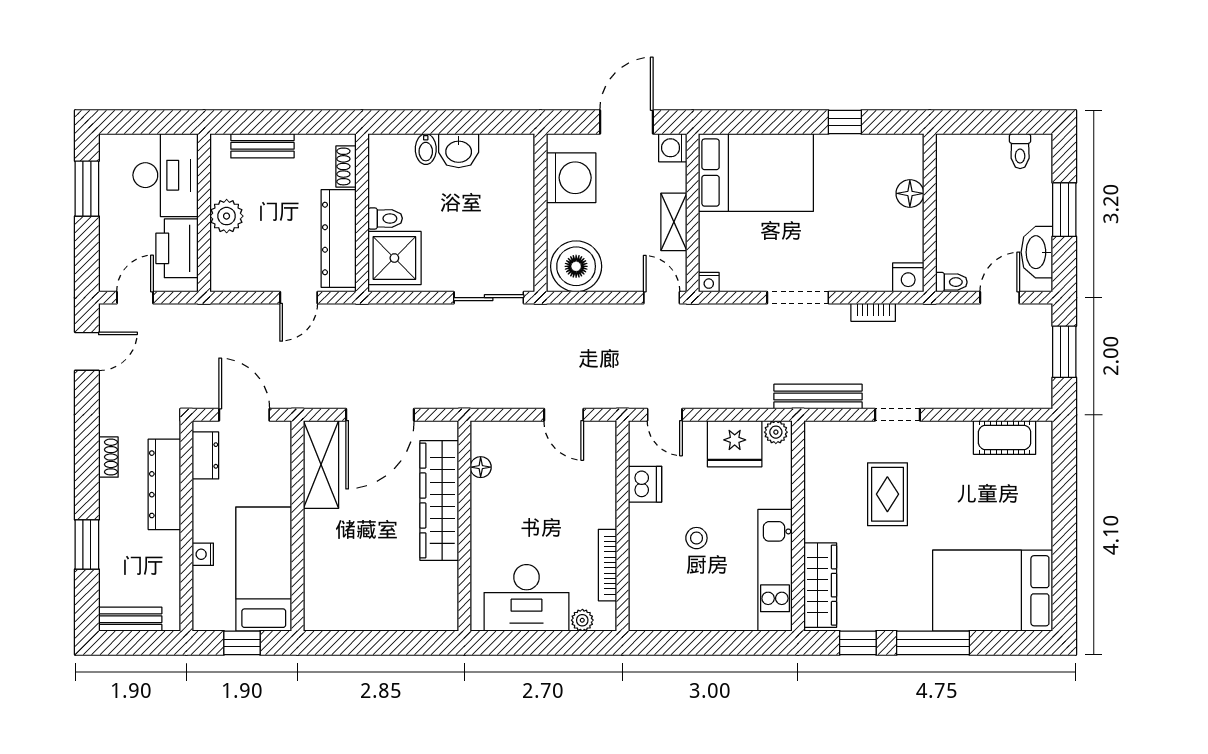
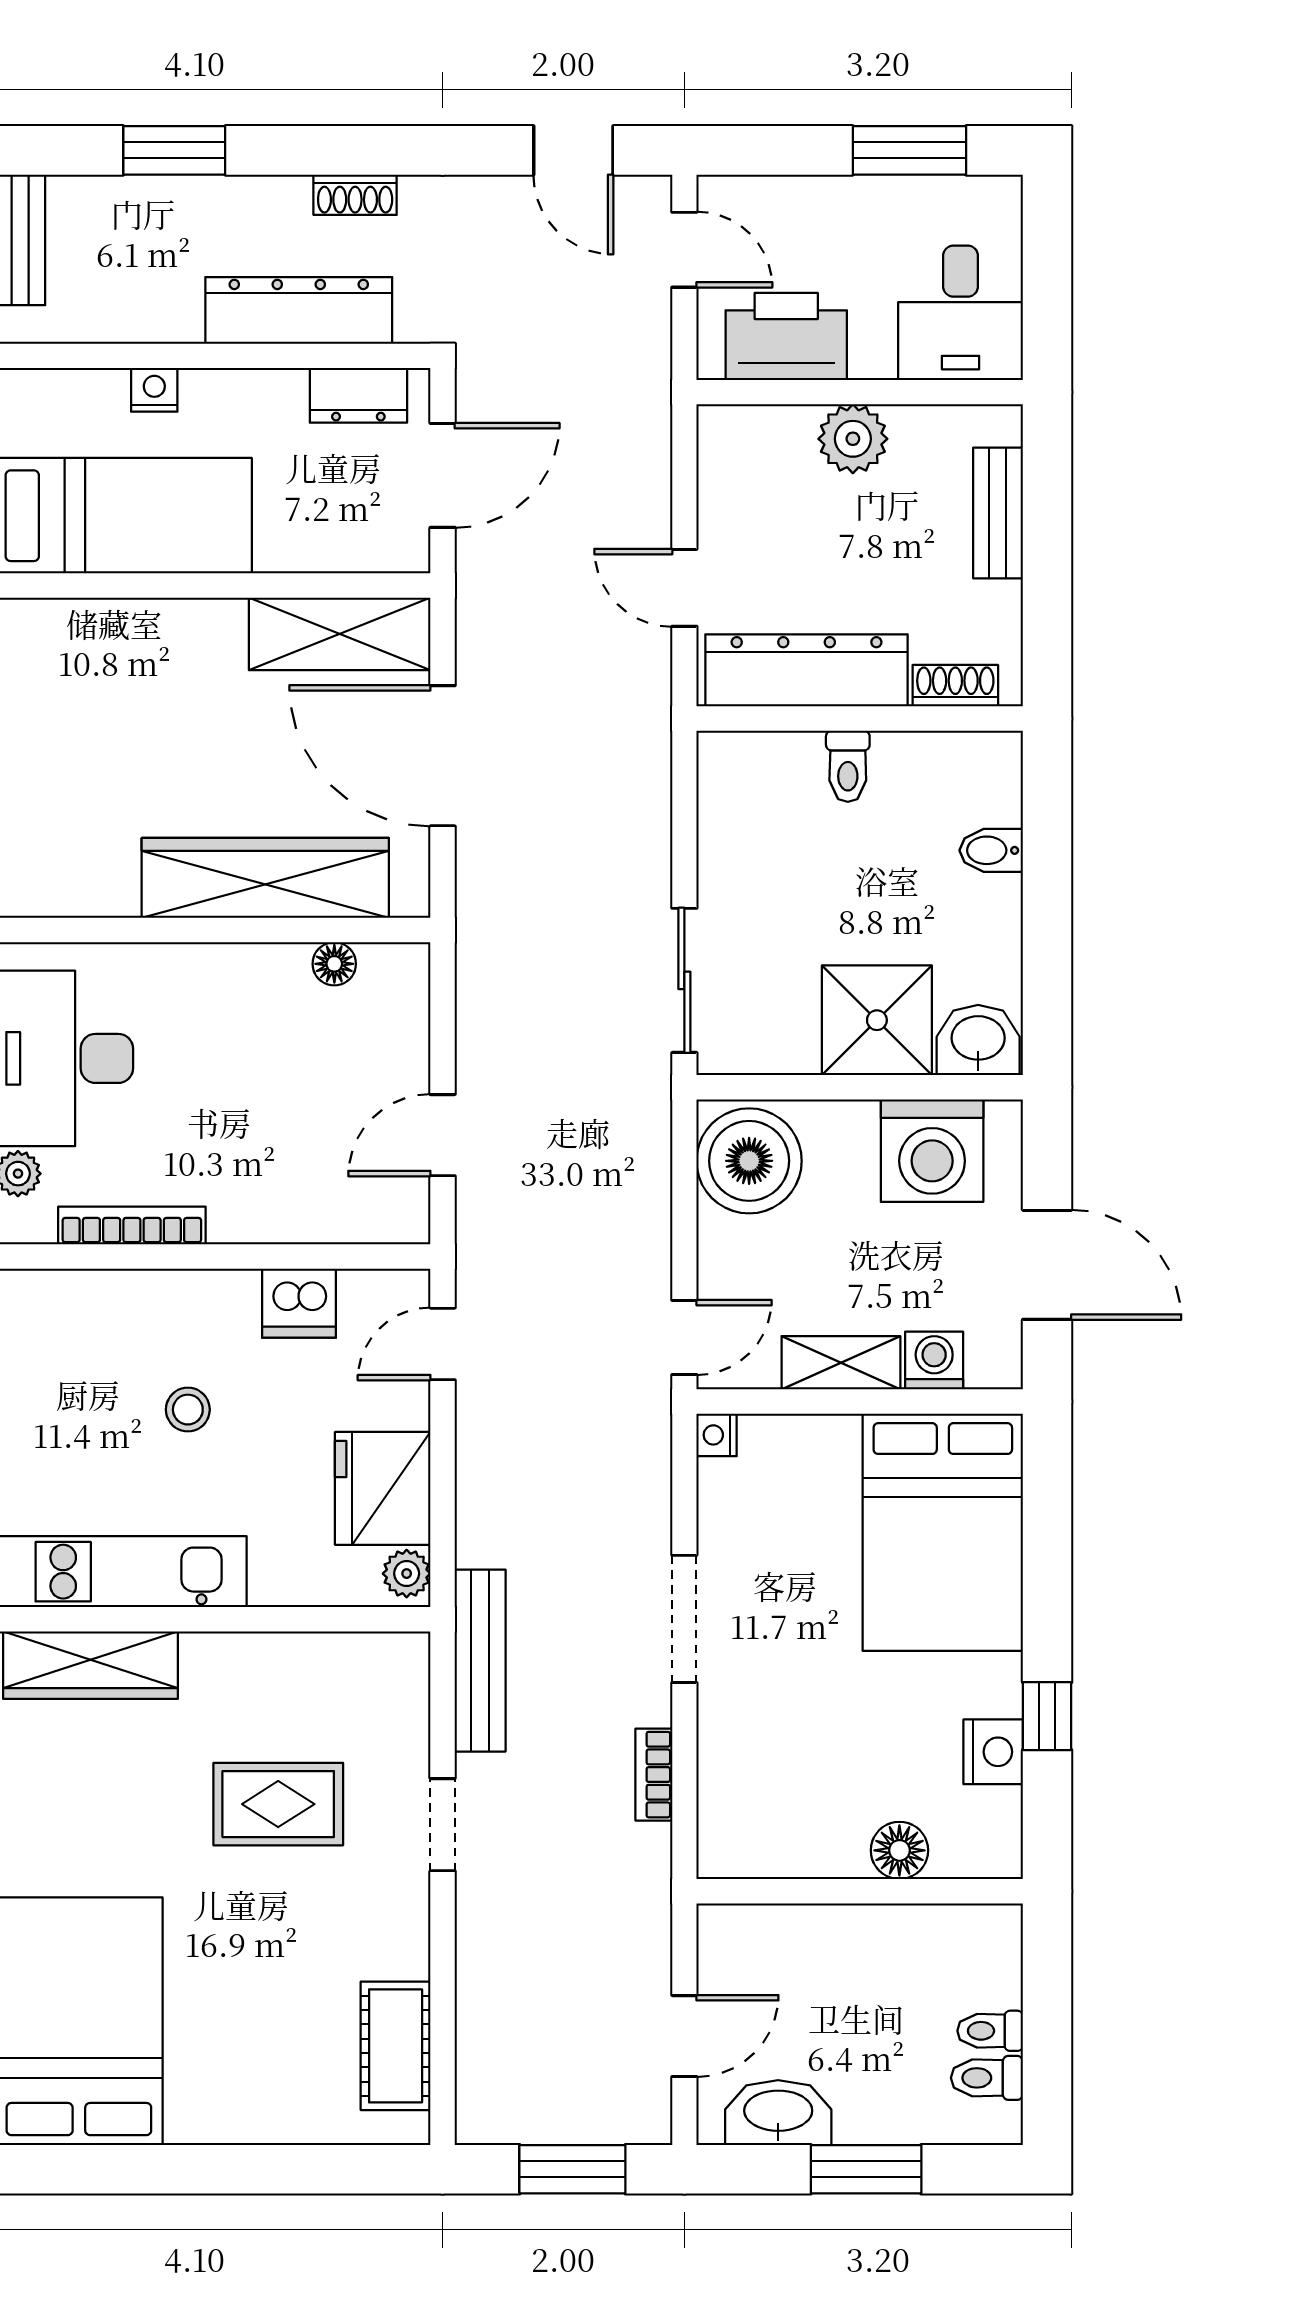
washing machine: (673, 148) -> (934, 1361), moved
washbasin: (459, 151) -> (978, 1040), moved, turned 90
desk: (166, 175) -> (961, 313), width x0.73
shower: (394, 258) -> (877, 1020), moved
nightstand: (908, 277) -> (993, 1752), moved, turned 180
toilet: (951, 282) -> (990, 2031), moved, turned 90
door: (1000, 298) -> (684, 2036), hinge flipped

